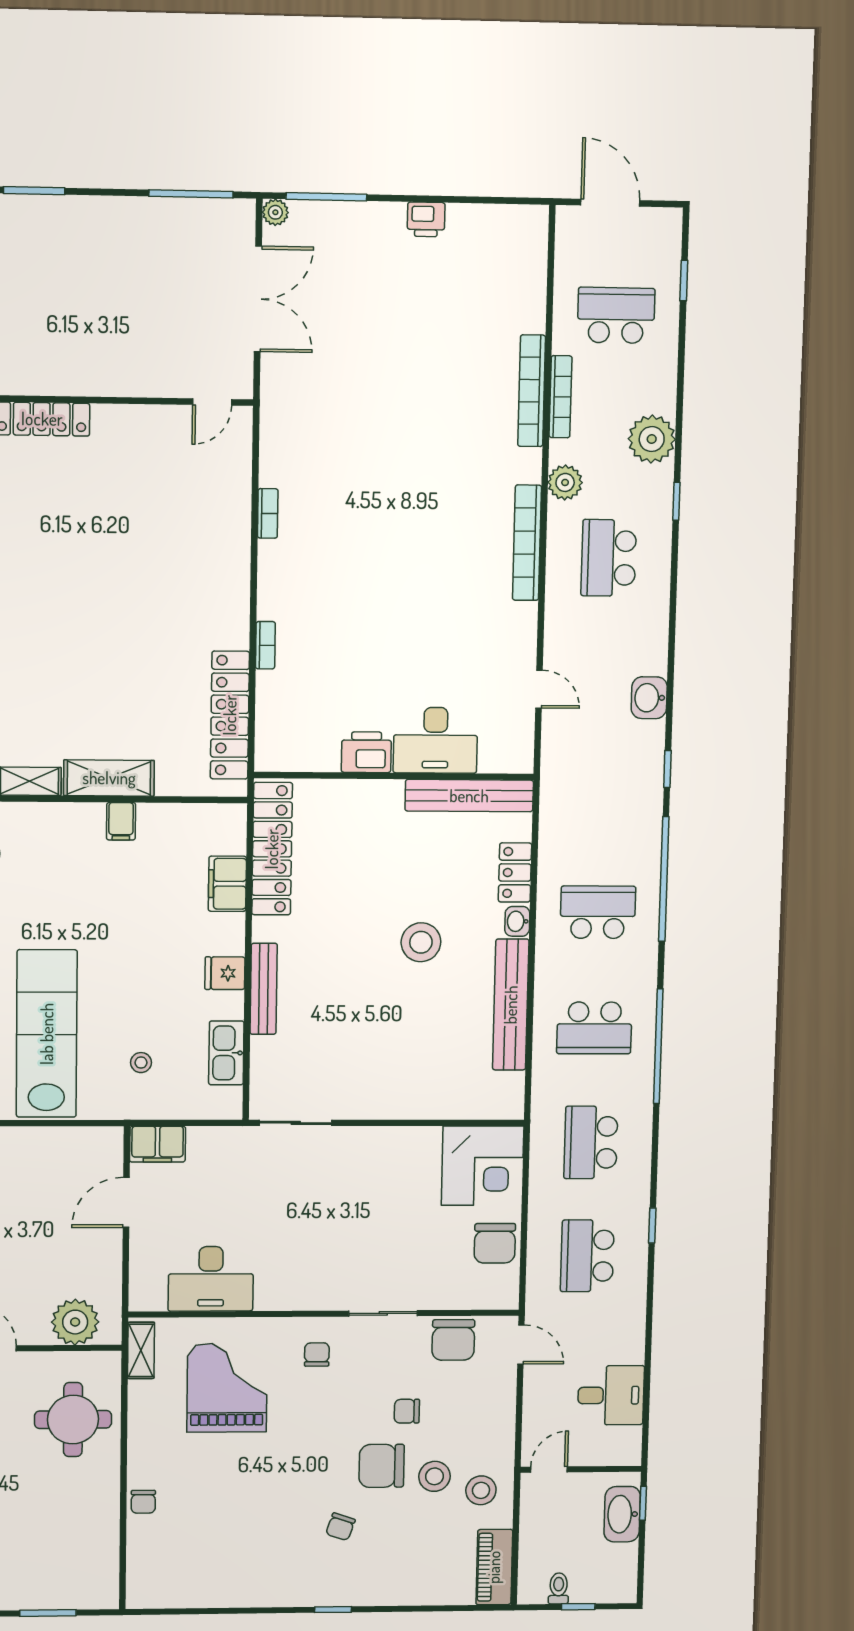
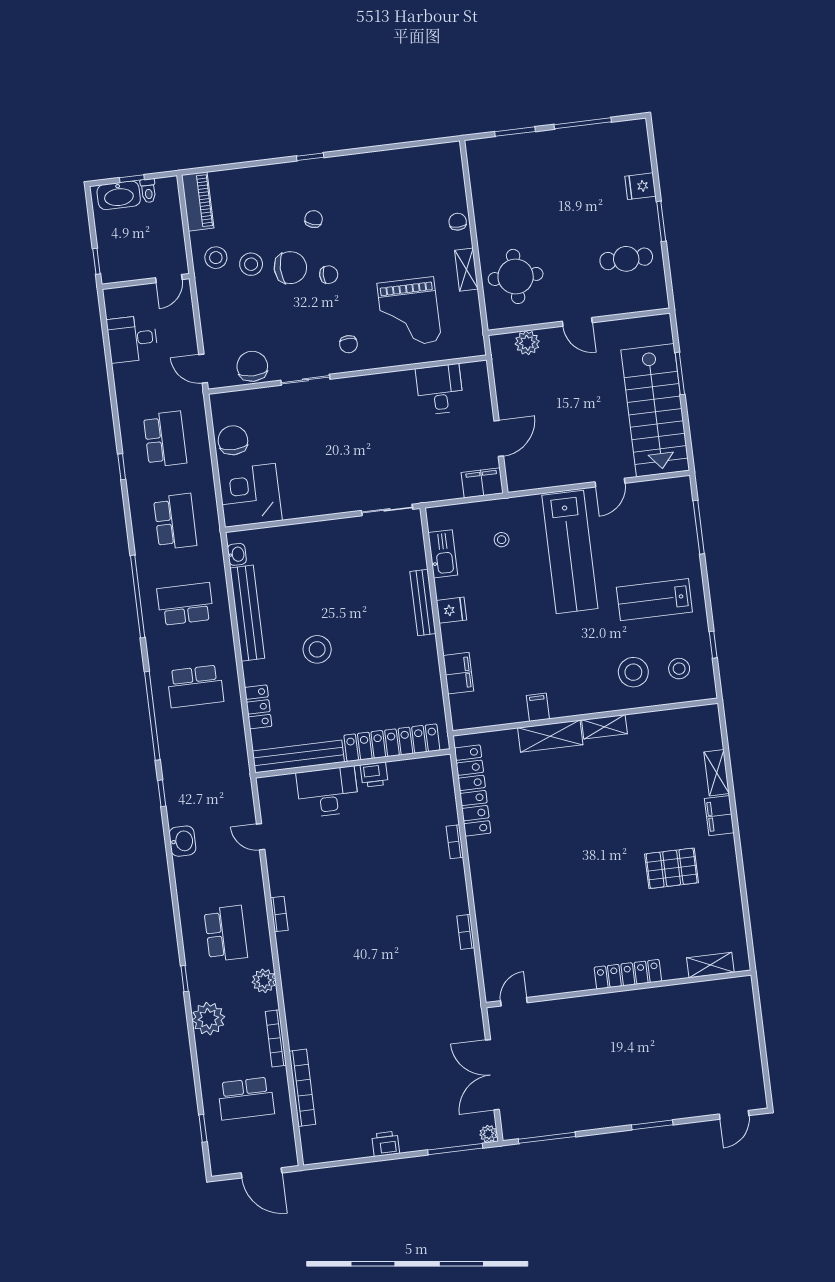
bookcase: (532, 391) -> (302, 1088), moved
bookcase: (527, 543) -> (279, 914), width x0.43, depth x0.76
printer: (366, 752) -> (374, 775), width x0.73, depth x0.81
locker: (272, 849) -> (392, 743), moved, turned 90
washbasin: (517, 921) -> (237, 554), moved
desk: (211, 1279) -> (440, 389), width x0.73
plant: (75, 1322) -> (527, 343), width x0.73, depth x0.73
shelving: (141, 1350) -> (466, 270), moved
chair: (407, 1411) -> (329, 275), moved
washbasin: (622, 1514) -> (119, 195), moved, turned 90

